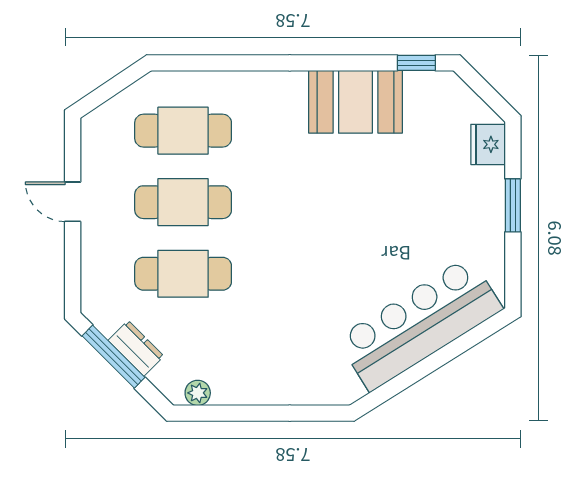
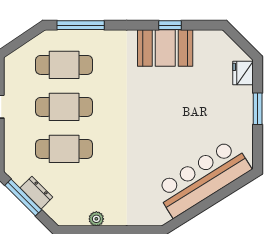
window: (211, 63) -> (81, 25), added
window: (416, 63) -> (170, 25), moved
plant: (198, 393) -> (96, 219), moved

